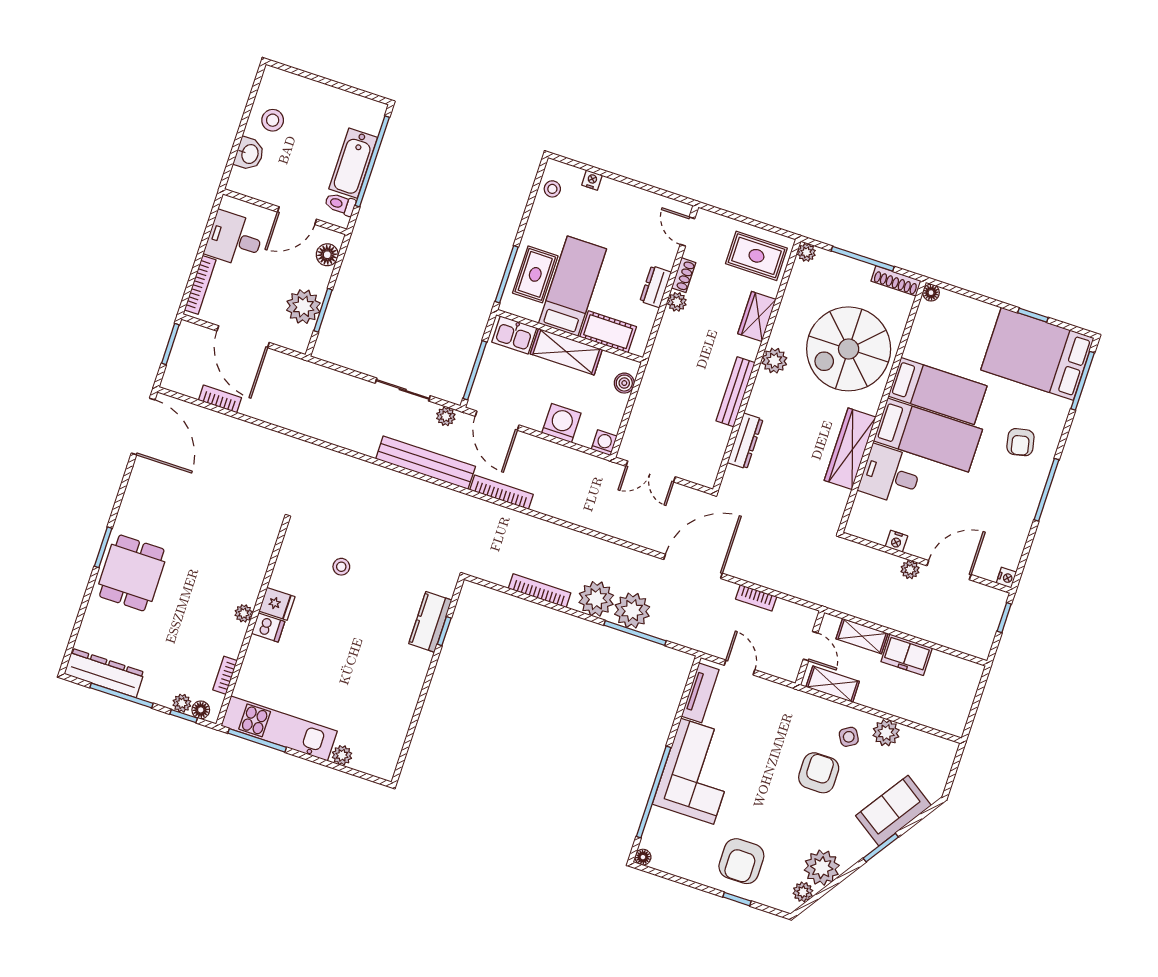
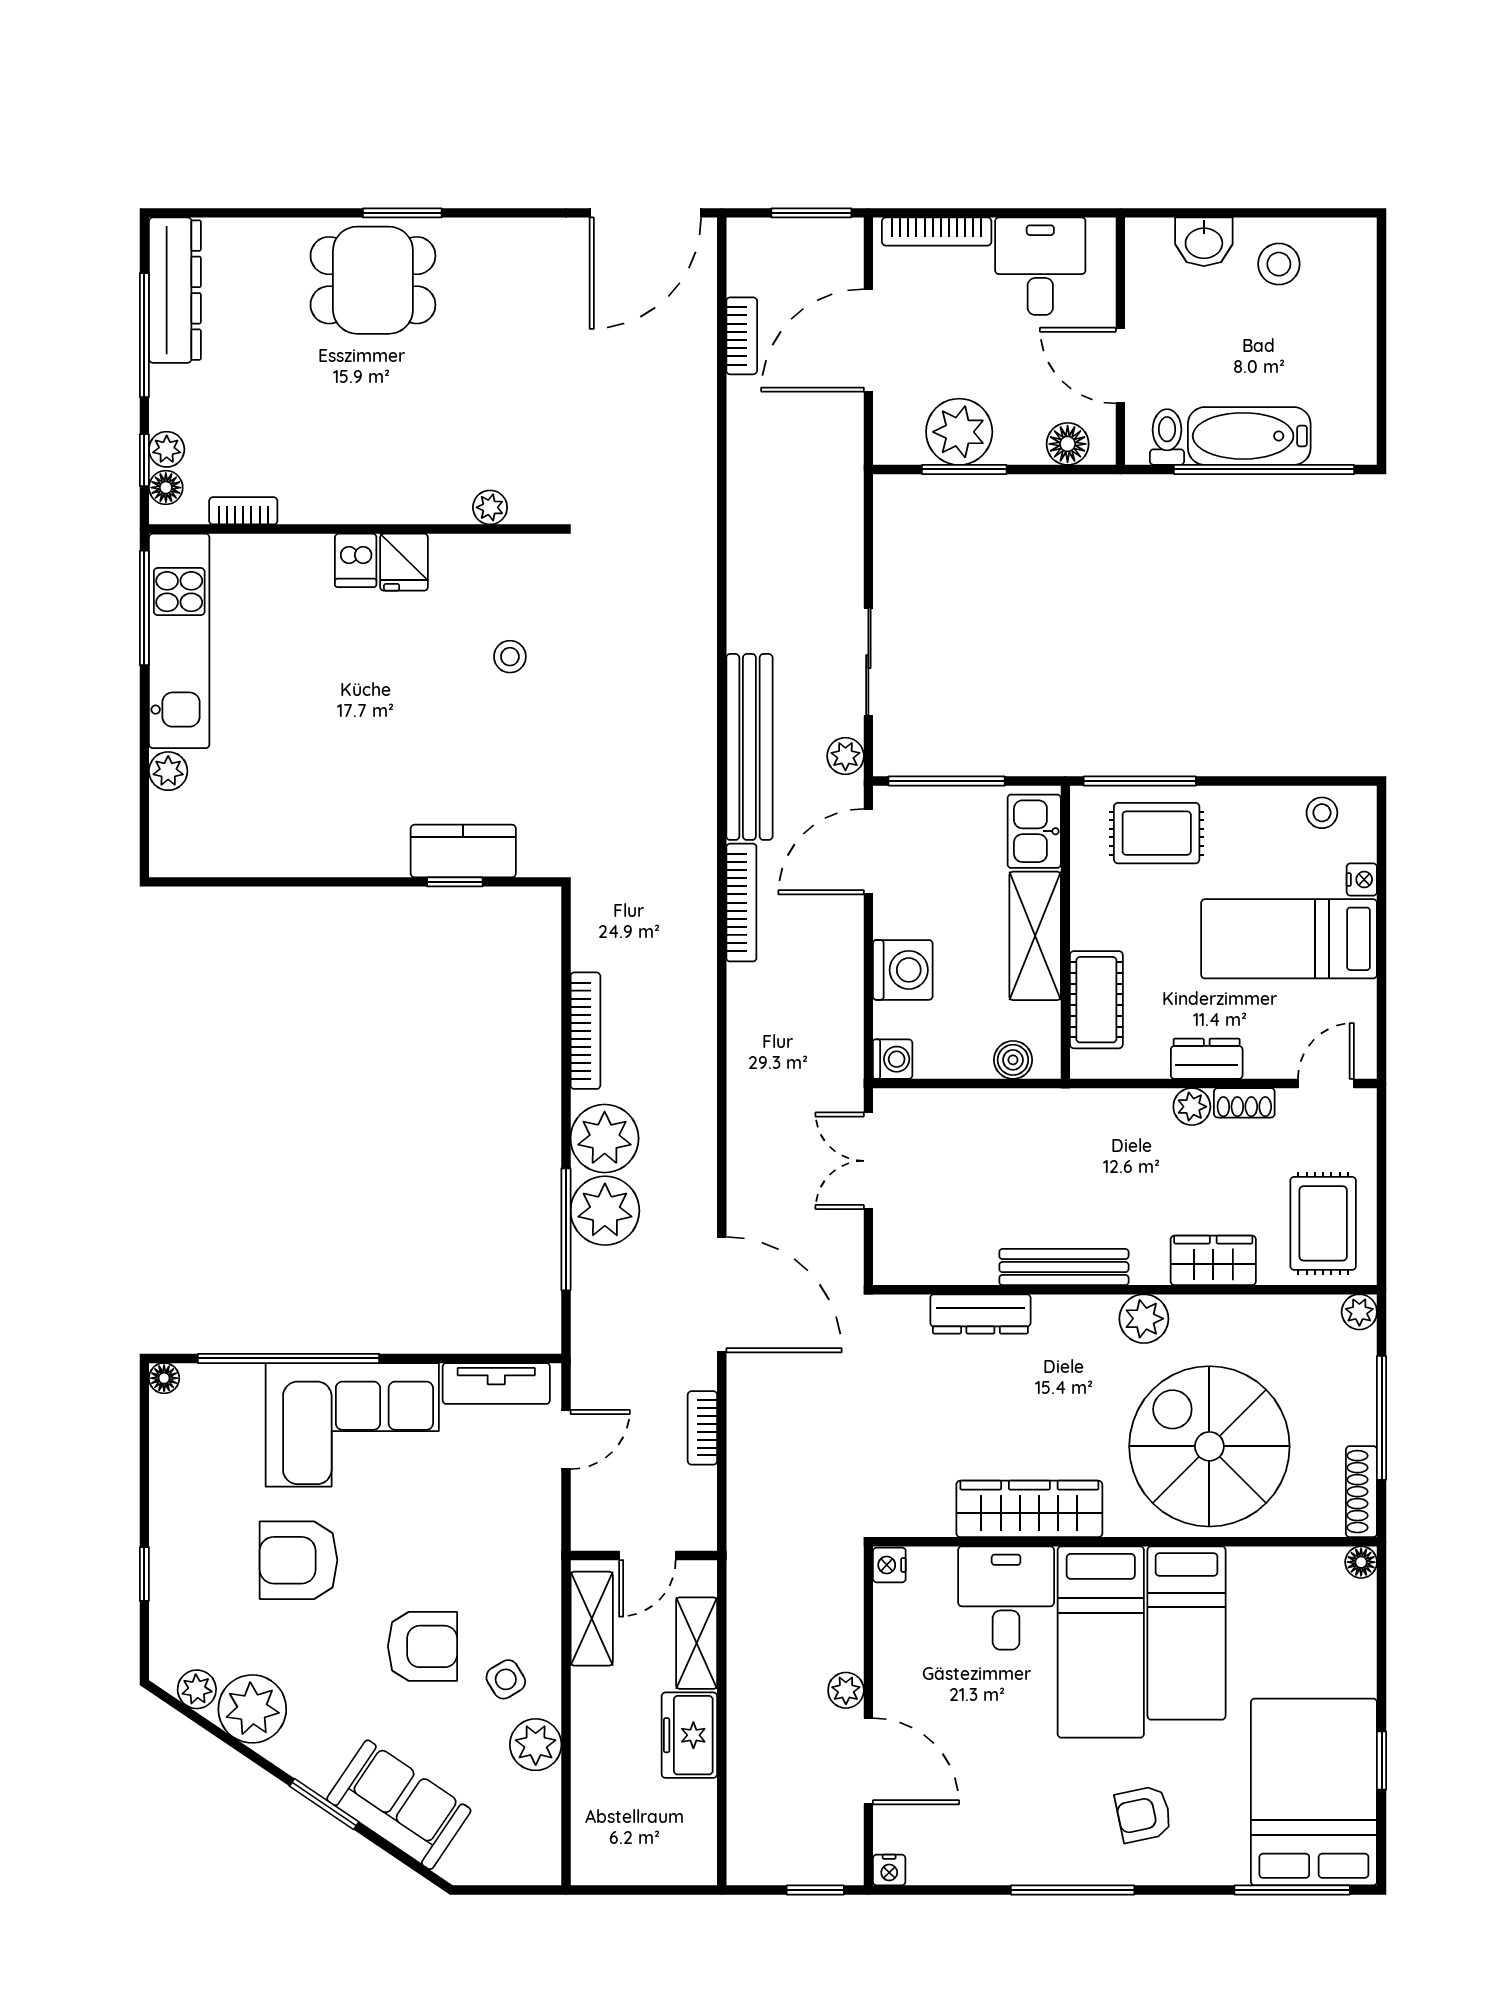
bed: (573, 286) -> (1289, 939), moved, turned 180
nightstand: (896, 541) -> (889, 1565), moved
plant: (244, 613) -> (490, 507), moved
armchair: (741, 861) -> (299, 1560), moved

